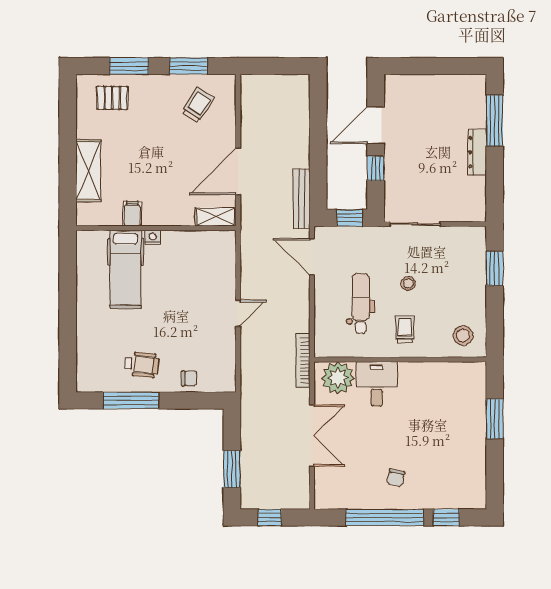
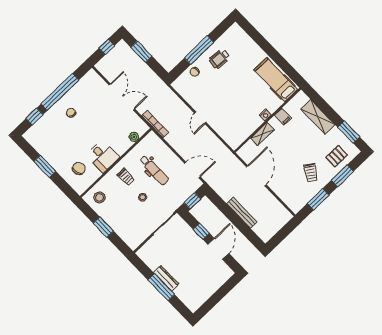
trolley: (198, 105) -> (311, 173), moved
window: (68, 114) -> (349, 132), added
window: (495, 121) -> (161, 287), moved
bench: (302, 199) -> (242, 213), moved
shelving: (216, 217) -> (262, 134), moved
window: (495, 268) -> (103, 227), moved
hospital bed: (126, 269) -> (276, 80), moved
plant: (338, 378) -> (134, 137), width x0.53, depth x0.53
desk: (377, 384) -> (103, 156), moved
chair: (454, 398) -> (79, 168), added
window: (131, 401) -> (199, 50), moved
window: (495, 419) -> (45, 166), moved
double door: (312, 436) -> (122, 97), swing flipped

